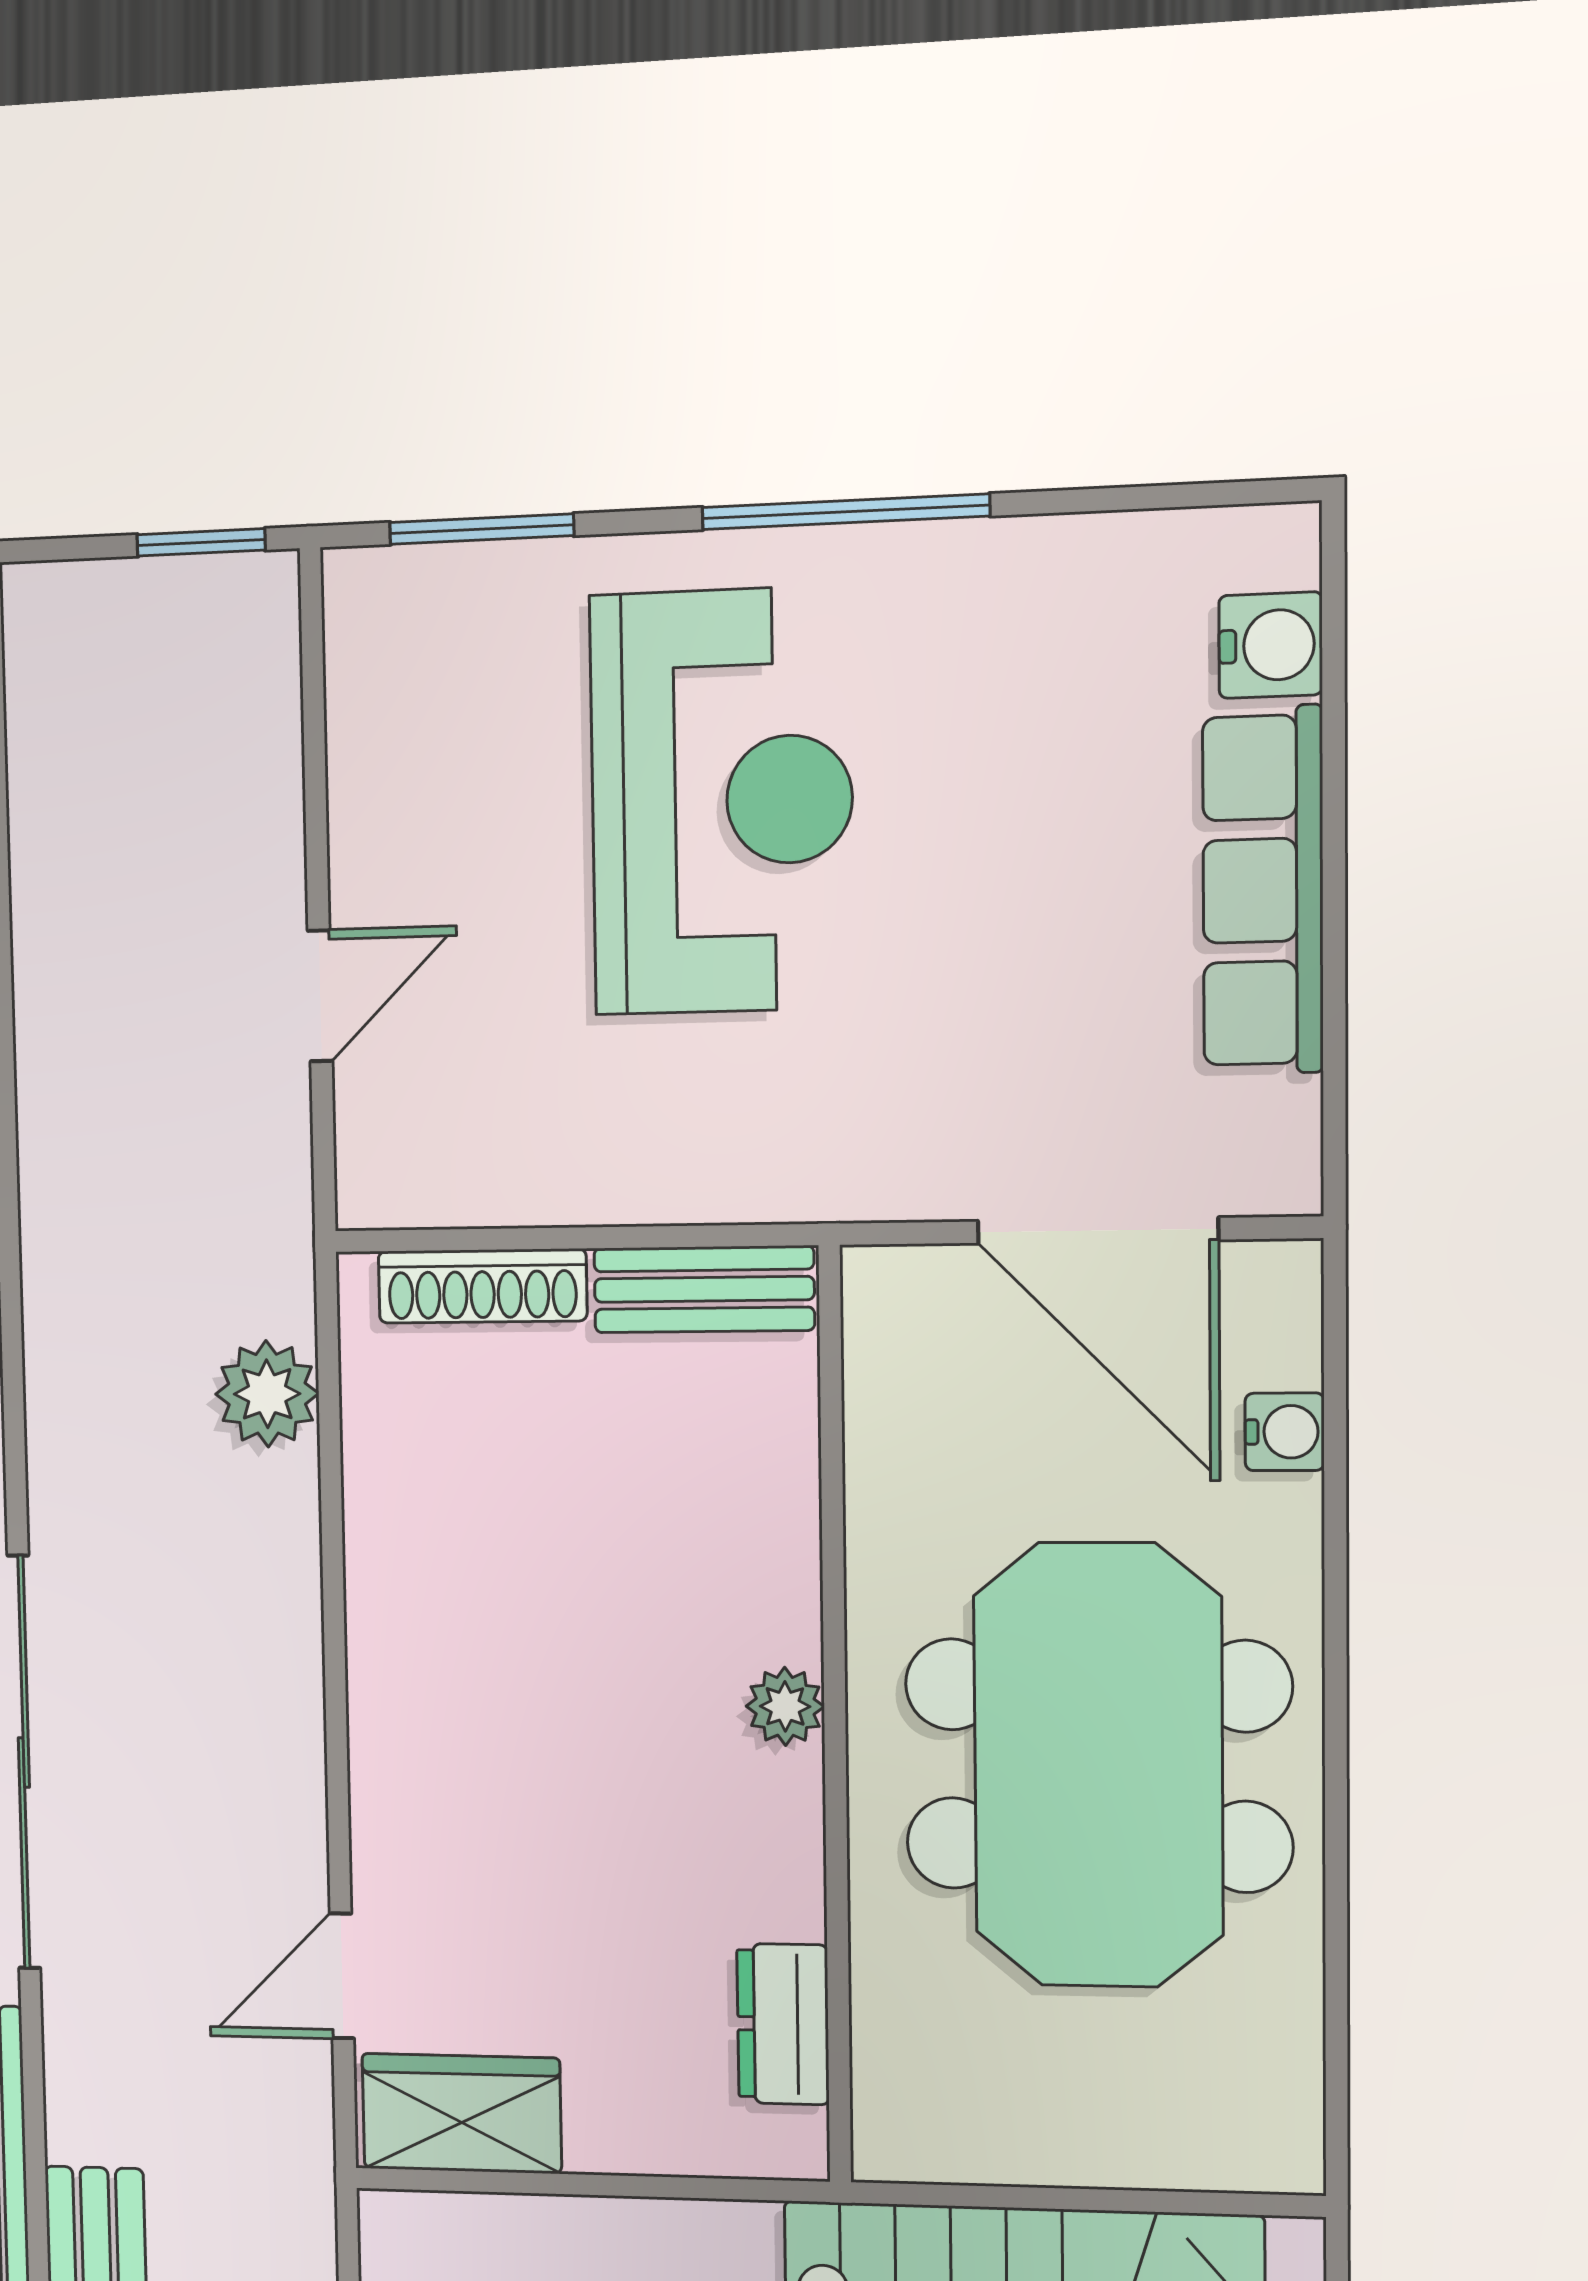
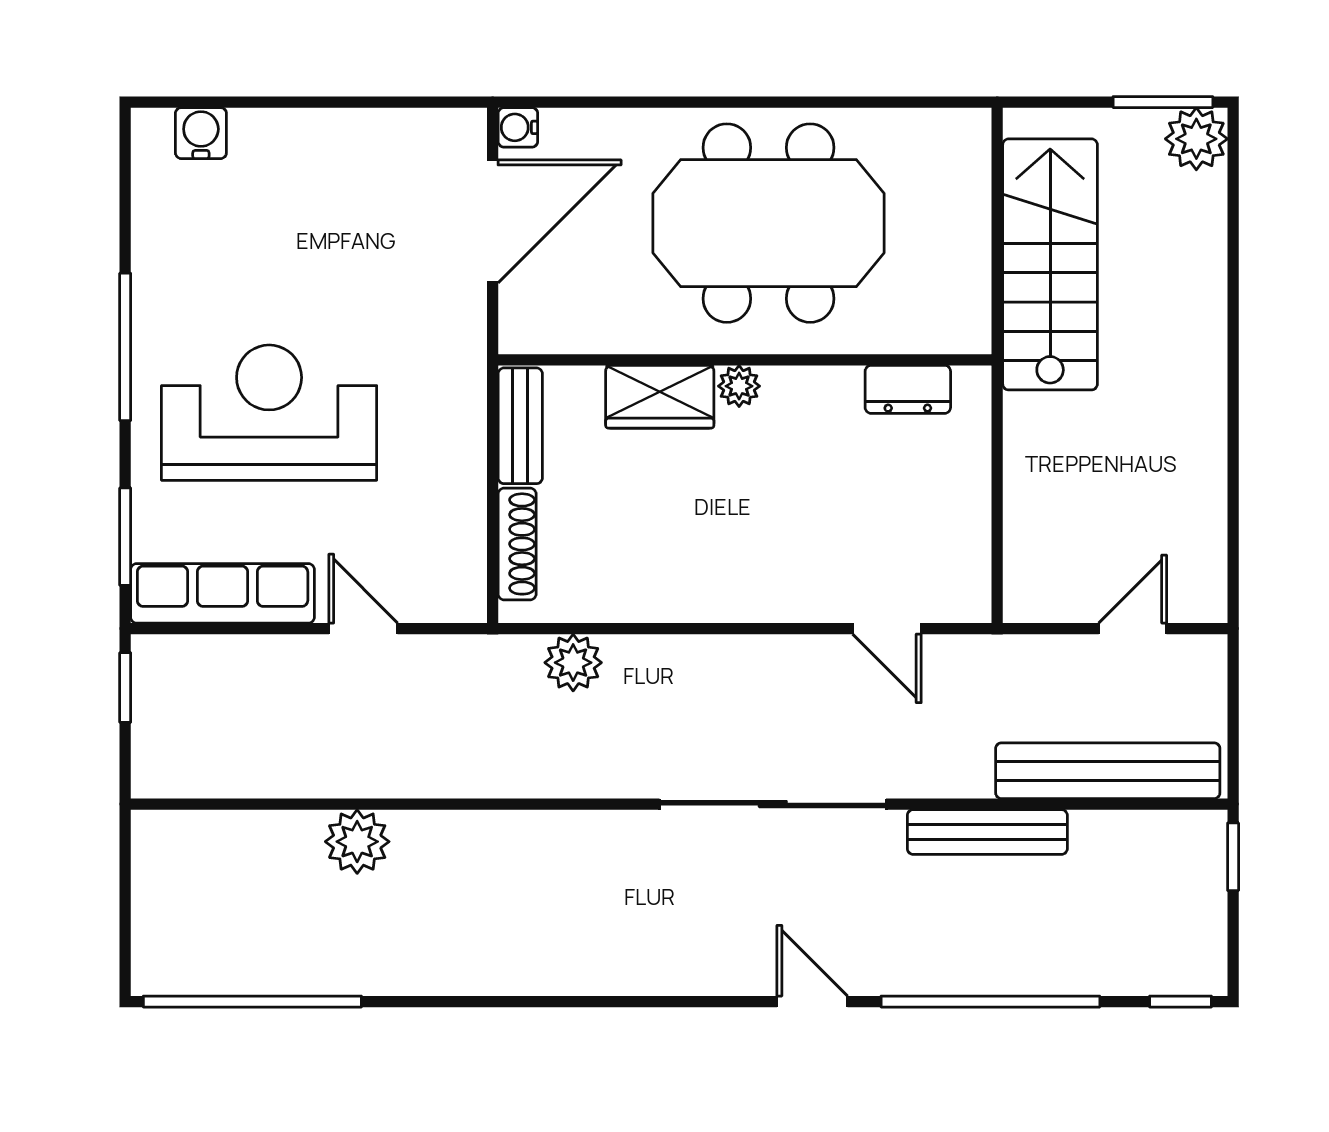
row of seats: (1263, 890) -> (223, 593), moved, turned 180
water cooler: (1285, 1432) -> (518, 127), moved, turned -90
wardrobe: (462, 2113) -> (660, 397), moved, turned -90

